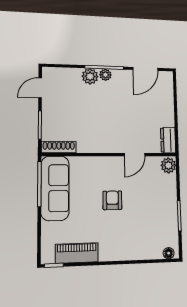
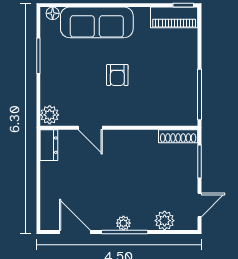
door: (145, 69) -> (75, 232), hinge flipped
plant: (90, 76) -> (165, 221), moved
door: (135, 155) -> (90, 128), swing flipped
sofa: (55, 188) -> (97, 22), moved, turned -90
piano: (77, 253) -> (174, 17), moved

